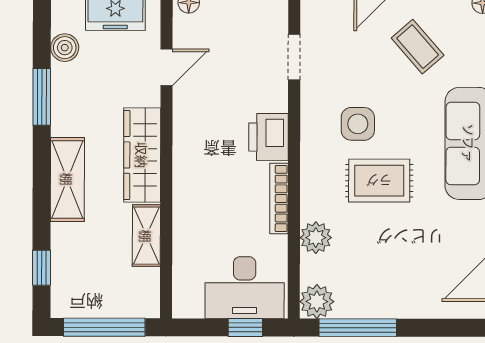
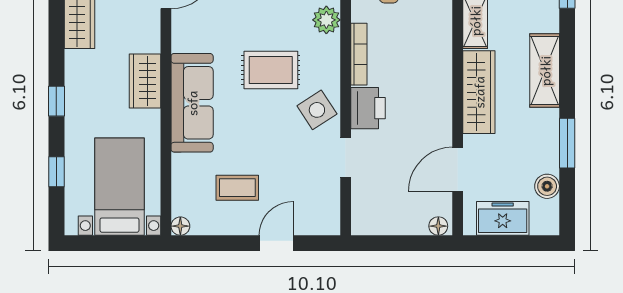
coffee table: (418, 47) -> (237, 188), turned -49
doorway: (294, 57) -> (346, 157), moved
door: (167, 67) -> (458, 169), width x1.38
side table: (358, 124) -> (317, 110), moved, turned -33

